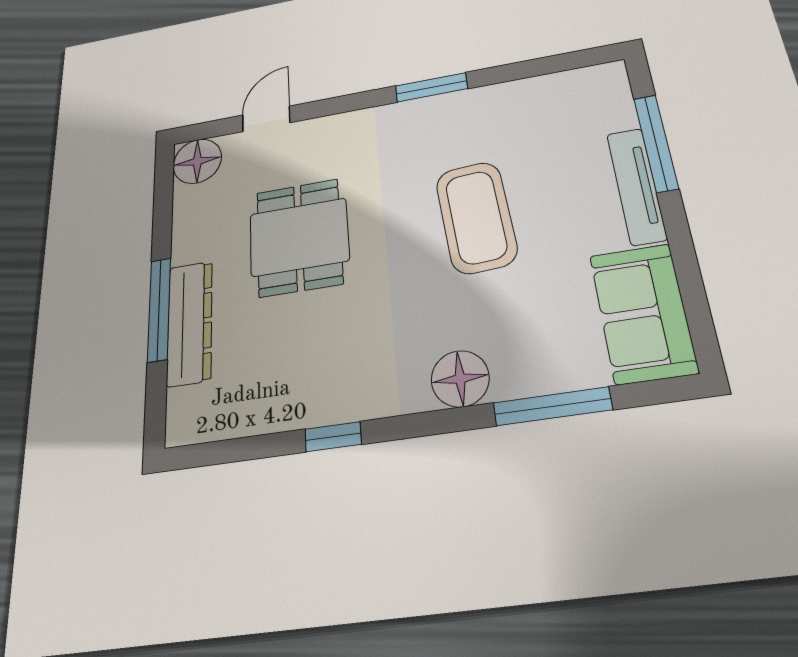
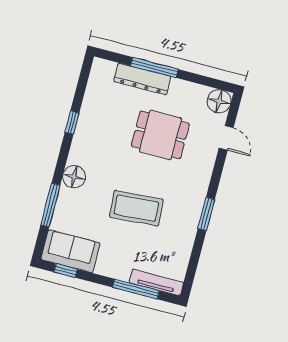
tv unit: (636, 186) -> (156, 282), moved
window: (696, 305) -> (66, 271), added

